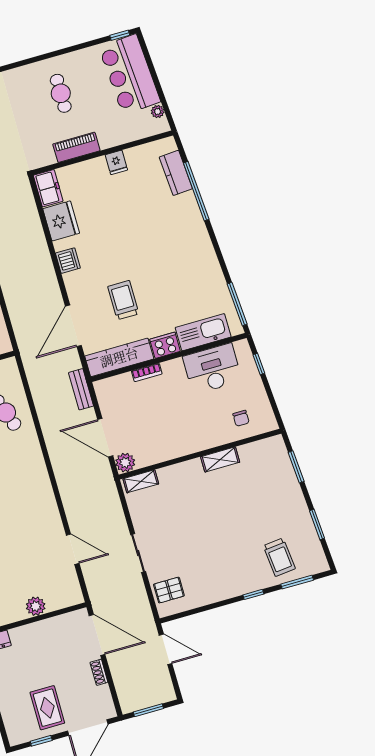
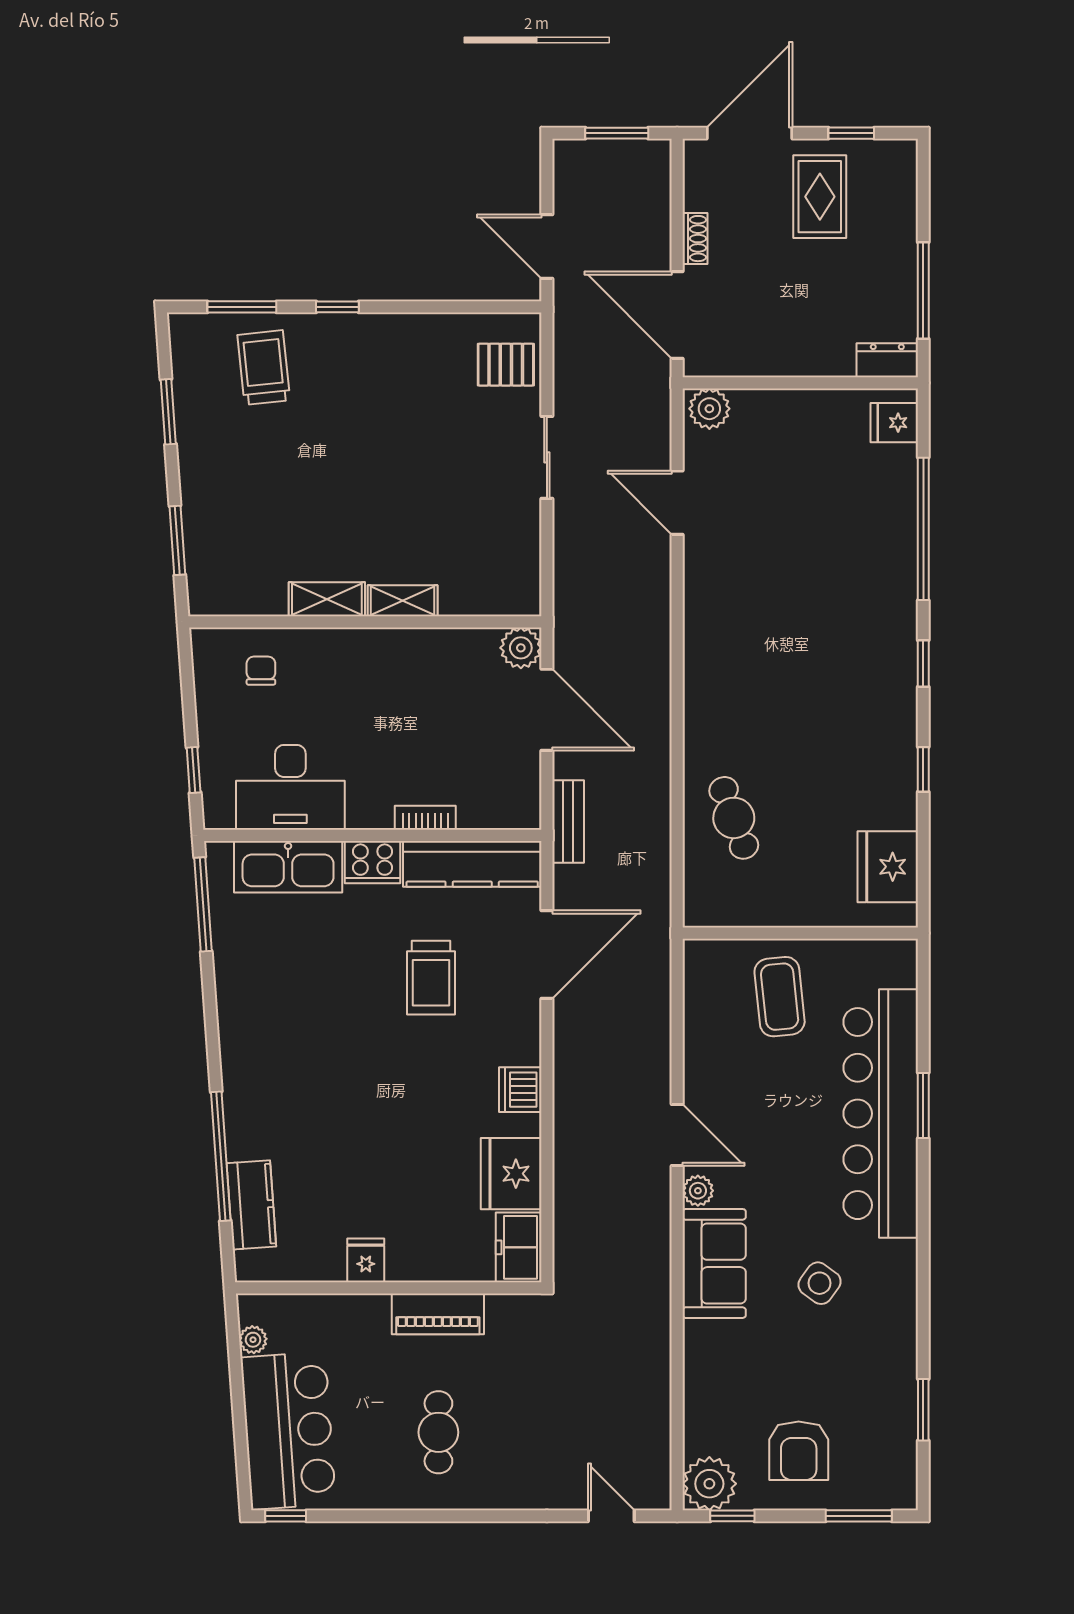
shelving: (141, 481) -> (403, 601), moved
plant: (36, 606) -> (709, 409), moved

